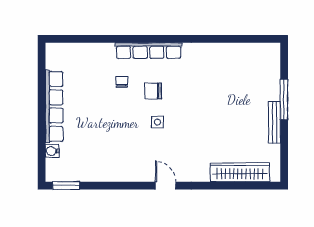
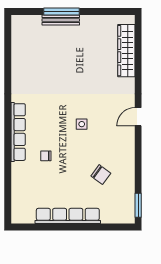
chair: (153, 91) -> (101, 175), moved, turned -54
bench: (274, 122) -> (61, 20), moved
water cooler: (52, 151) -> (107, 218), removed

